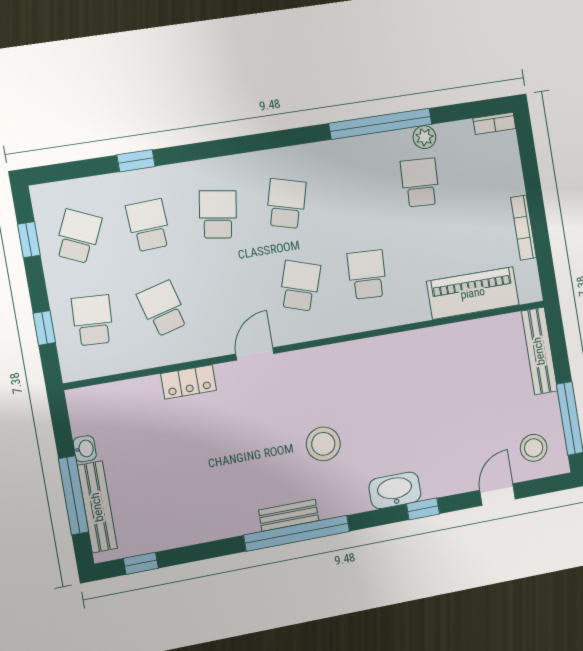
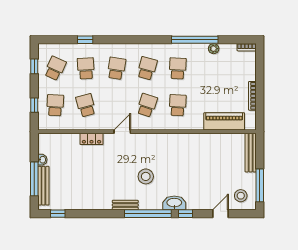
school desk: (420, 183) -> (178, 68), moved
window: (297, 533) -> (148, 214), moved

